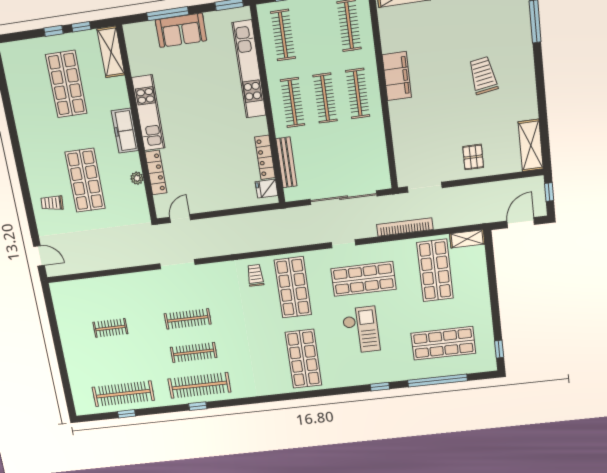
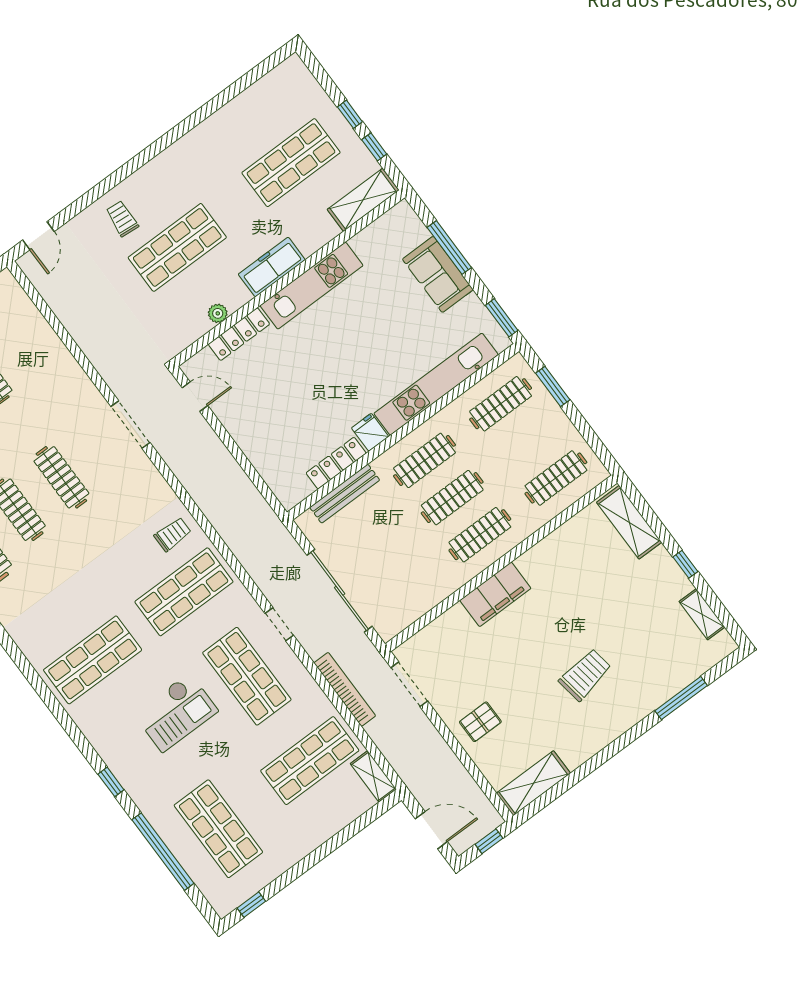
filing cabinet: (397, 76) -> (495, 594), moved
fridge: (267, 189) -> (370, 432), moved

